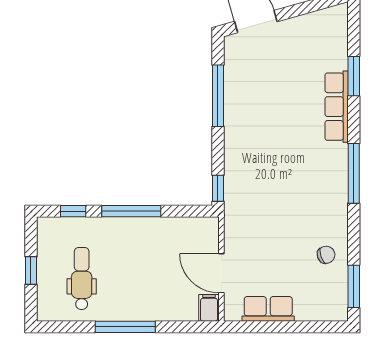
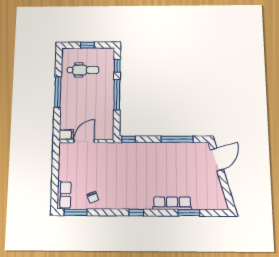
window: (354, 173) -> (136, 213), width x0.46
row of seats: (268, 309) -> (64, 195), moved

